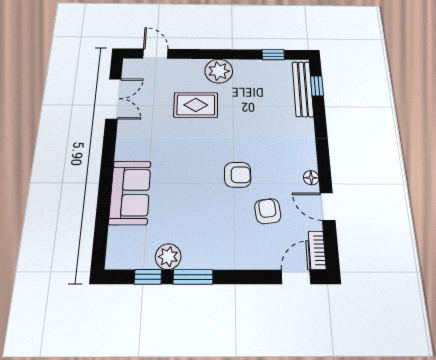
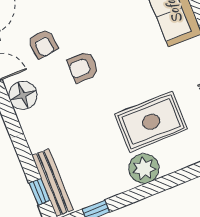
rug: (196, 105) -> (151, 122), width x1.36, depth x1.43
floor lamp: (311, 178) -> (23, 95), width x1.89, depth x1.89

